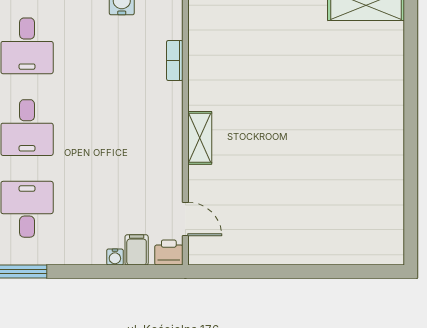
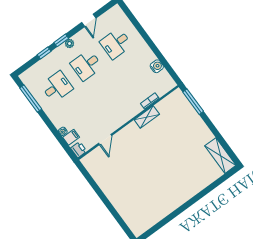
shelving: (200, 138) -> (147, 117), moved
door: (185, 219) -> (105, 139), moved

